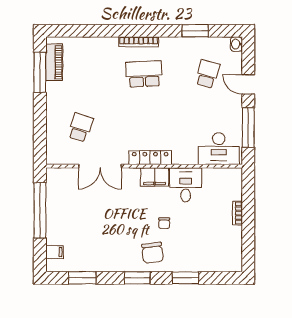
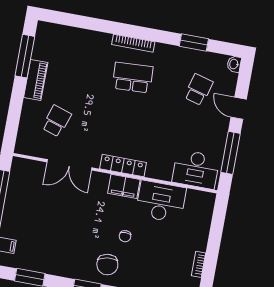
piano: (54, 62) -> (36, 80), moved
desk: (186, 185) -> (161, 202), width x1.37
bookcase: (237, 213) -> (199, 264), moved

